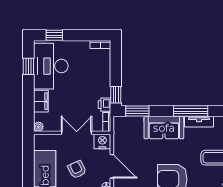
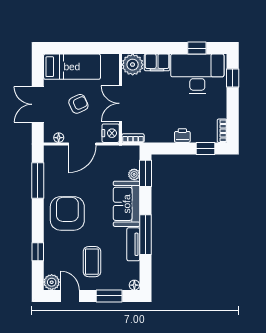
window: (116, 95) -> (205, 148), moved
printer: (104, 105) -> (182, 136), moved
plant: (138, 121) -> (134, 174), added
plant: (38, 127) -> (133, 65), width x1.87, depth x1.87
double door: (77, 133) -> (120, 103), swing flipped

